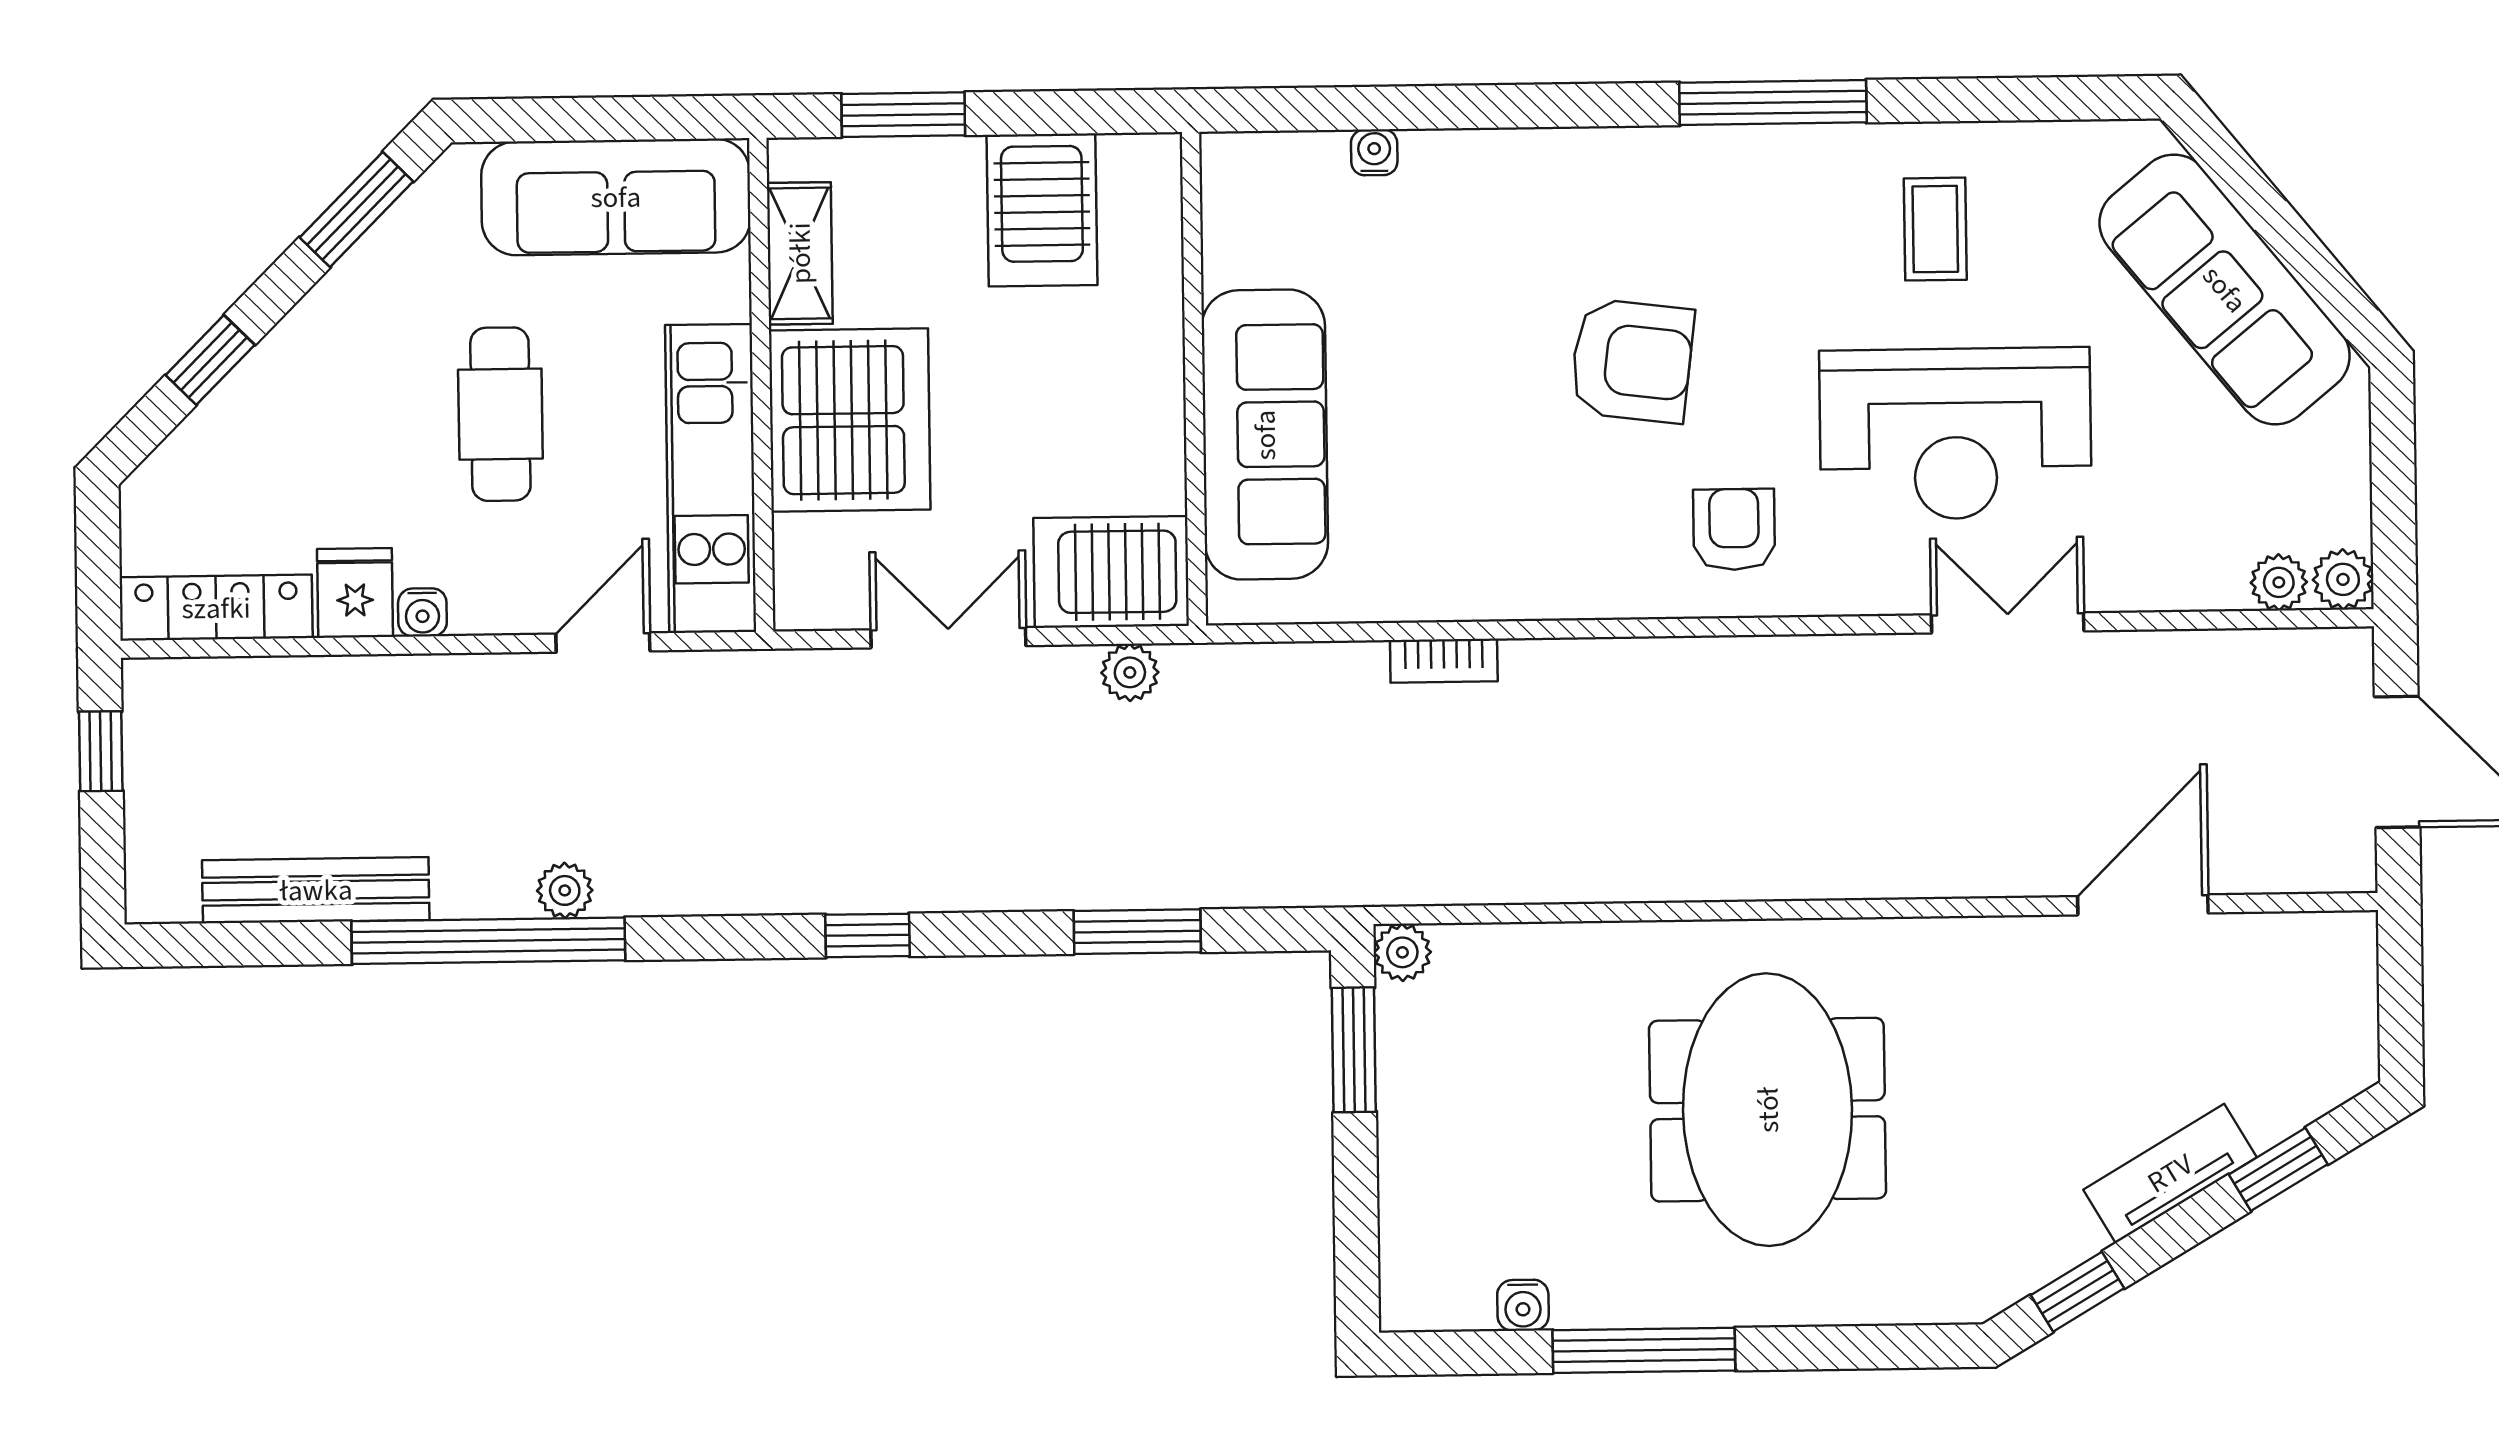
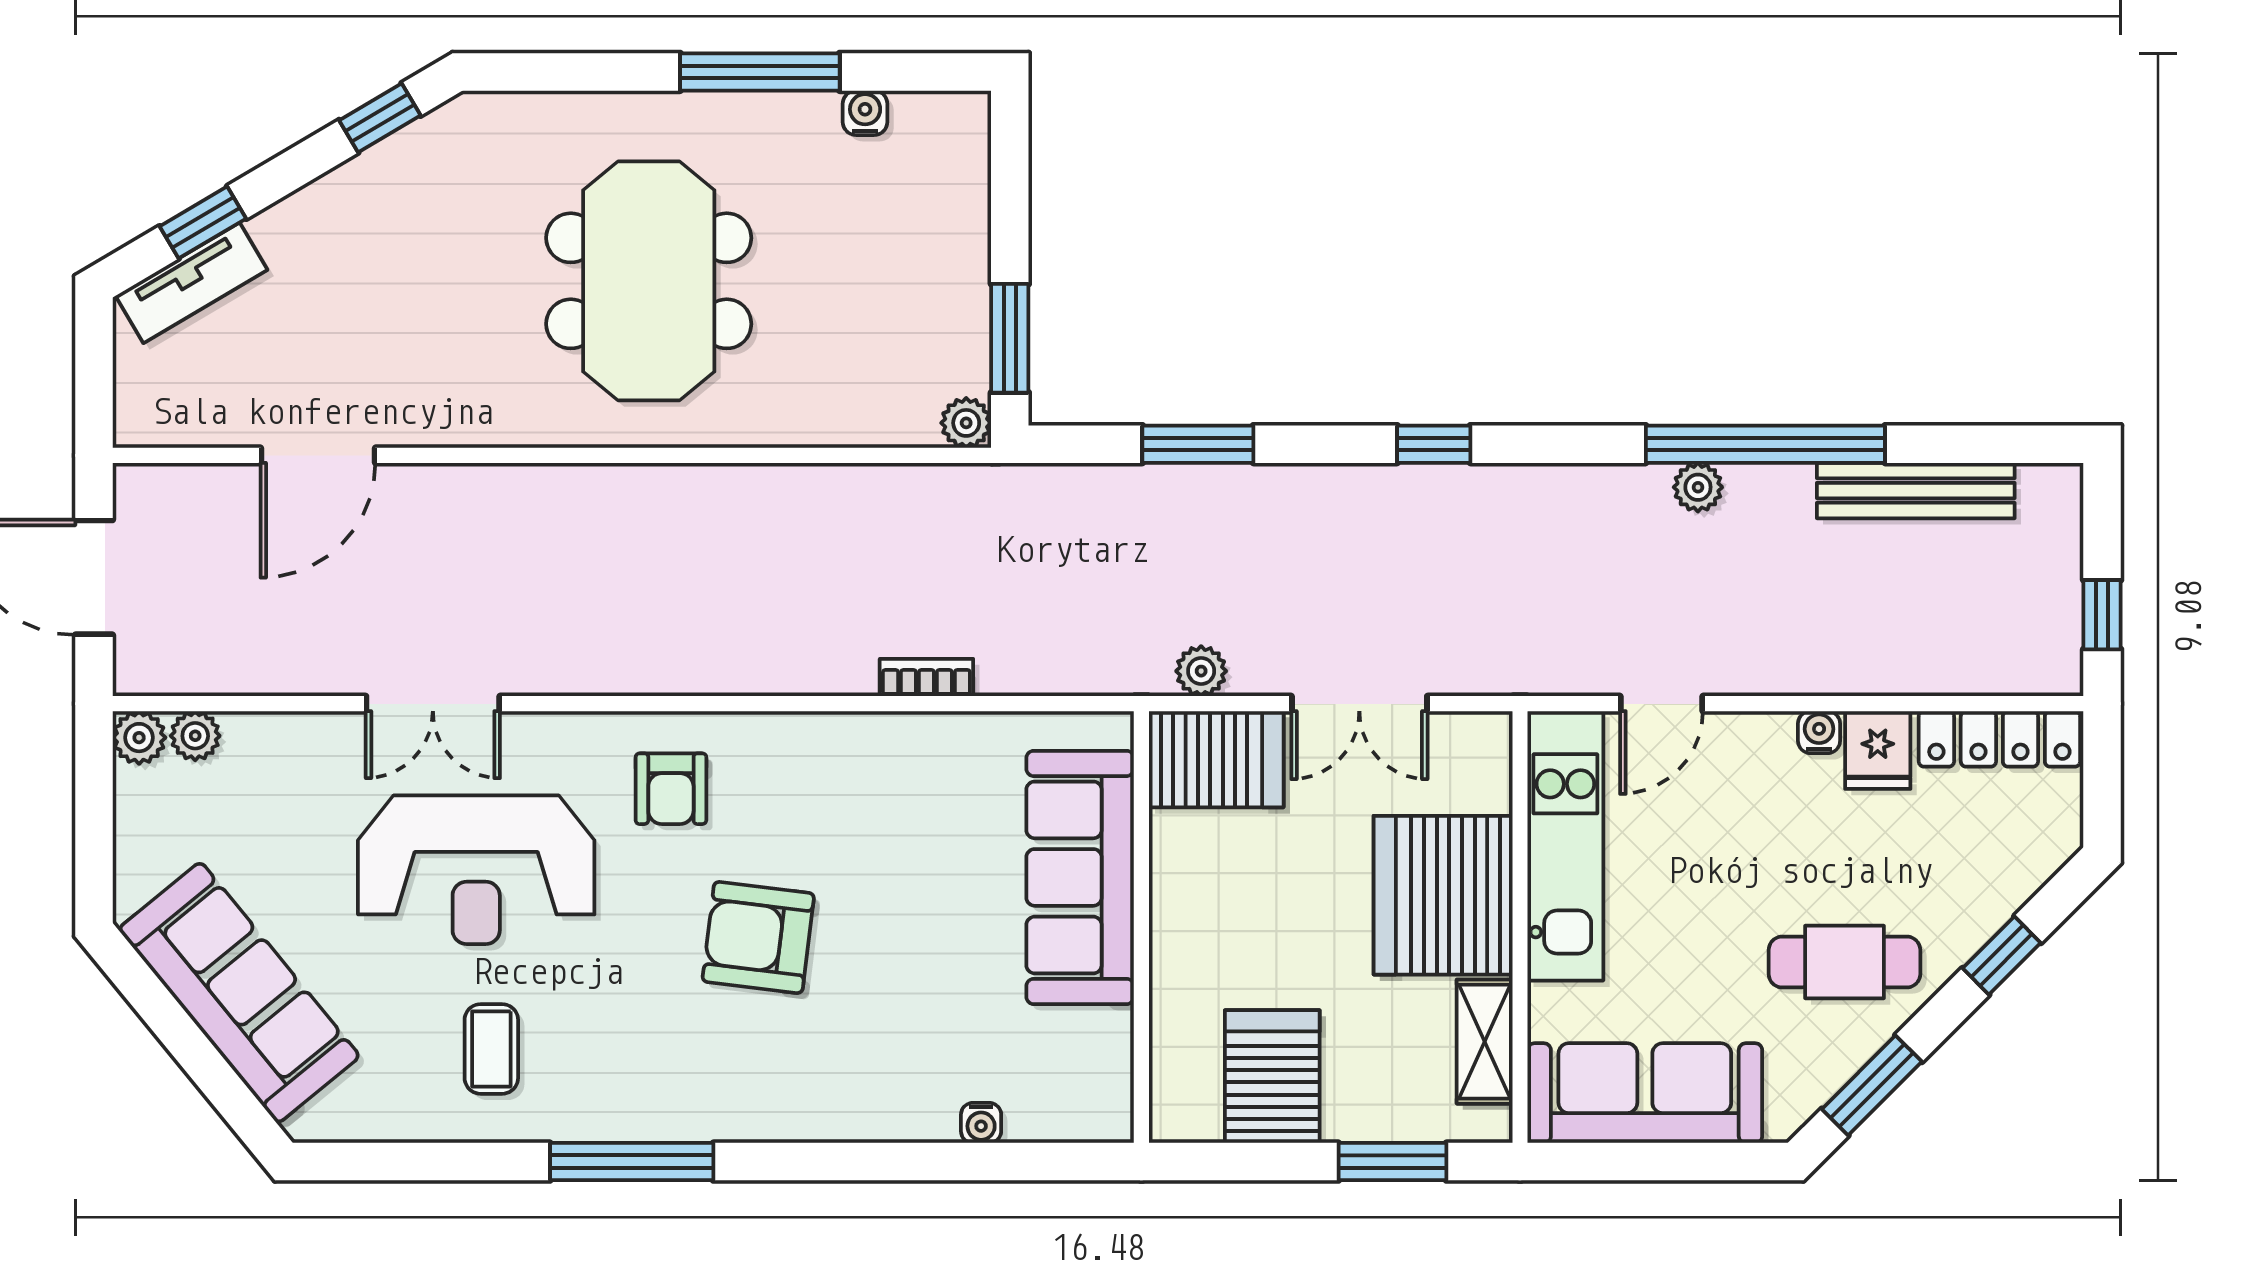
cafe table: (500, 414) -> (1844, 962), moved, turned 90
reception desk: (1955, 434) -> (476, 870), turned 180
tv unit: (2170, 1173) -> (191, 283), moved

